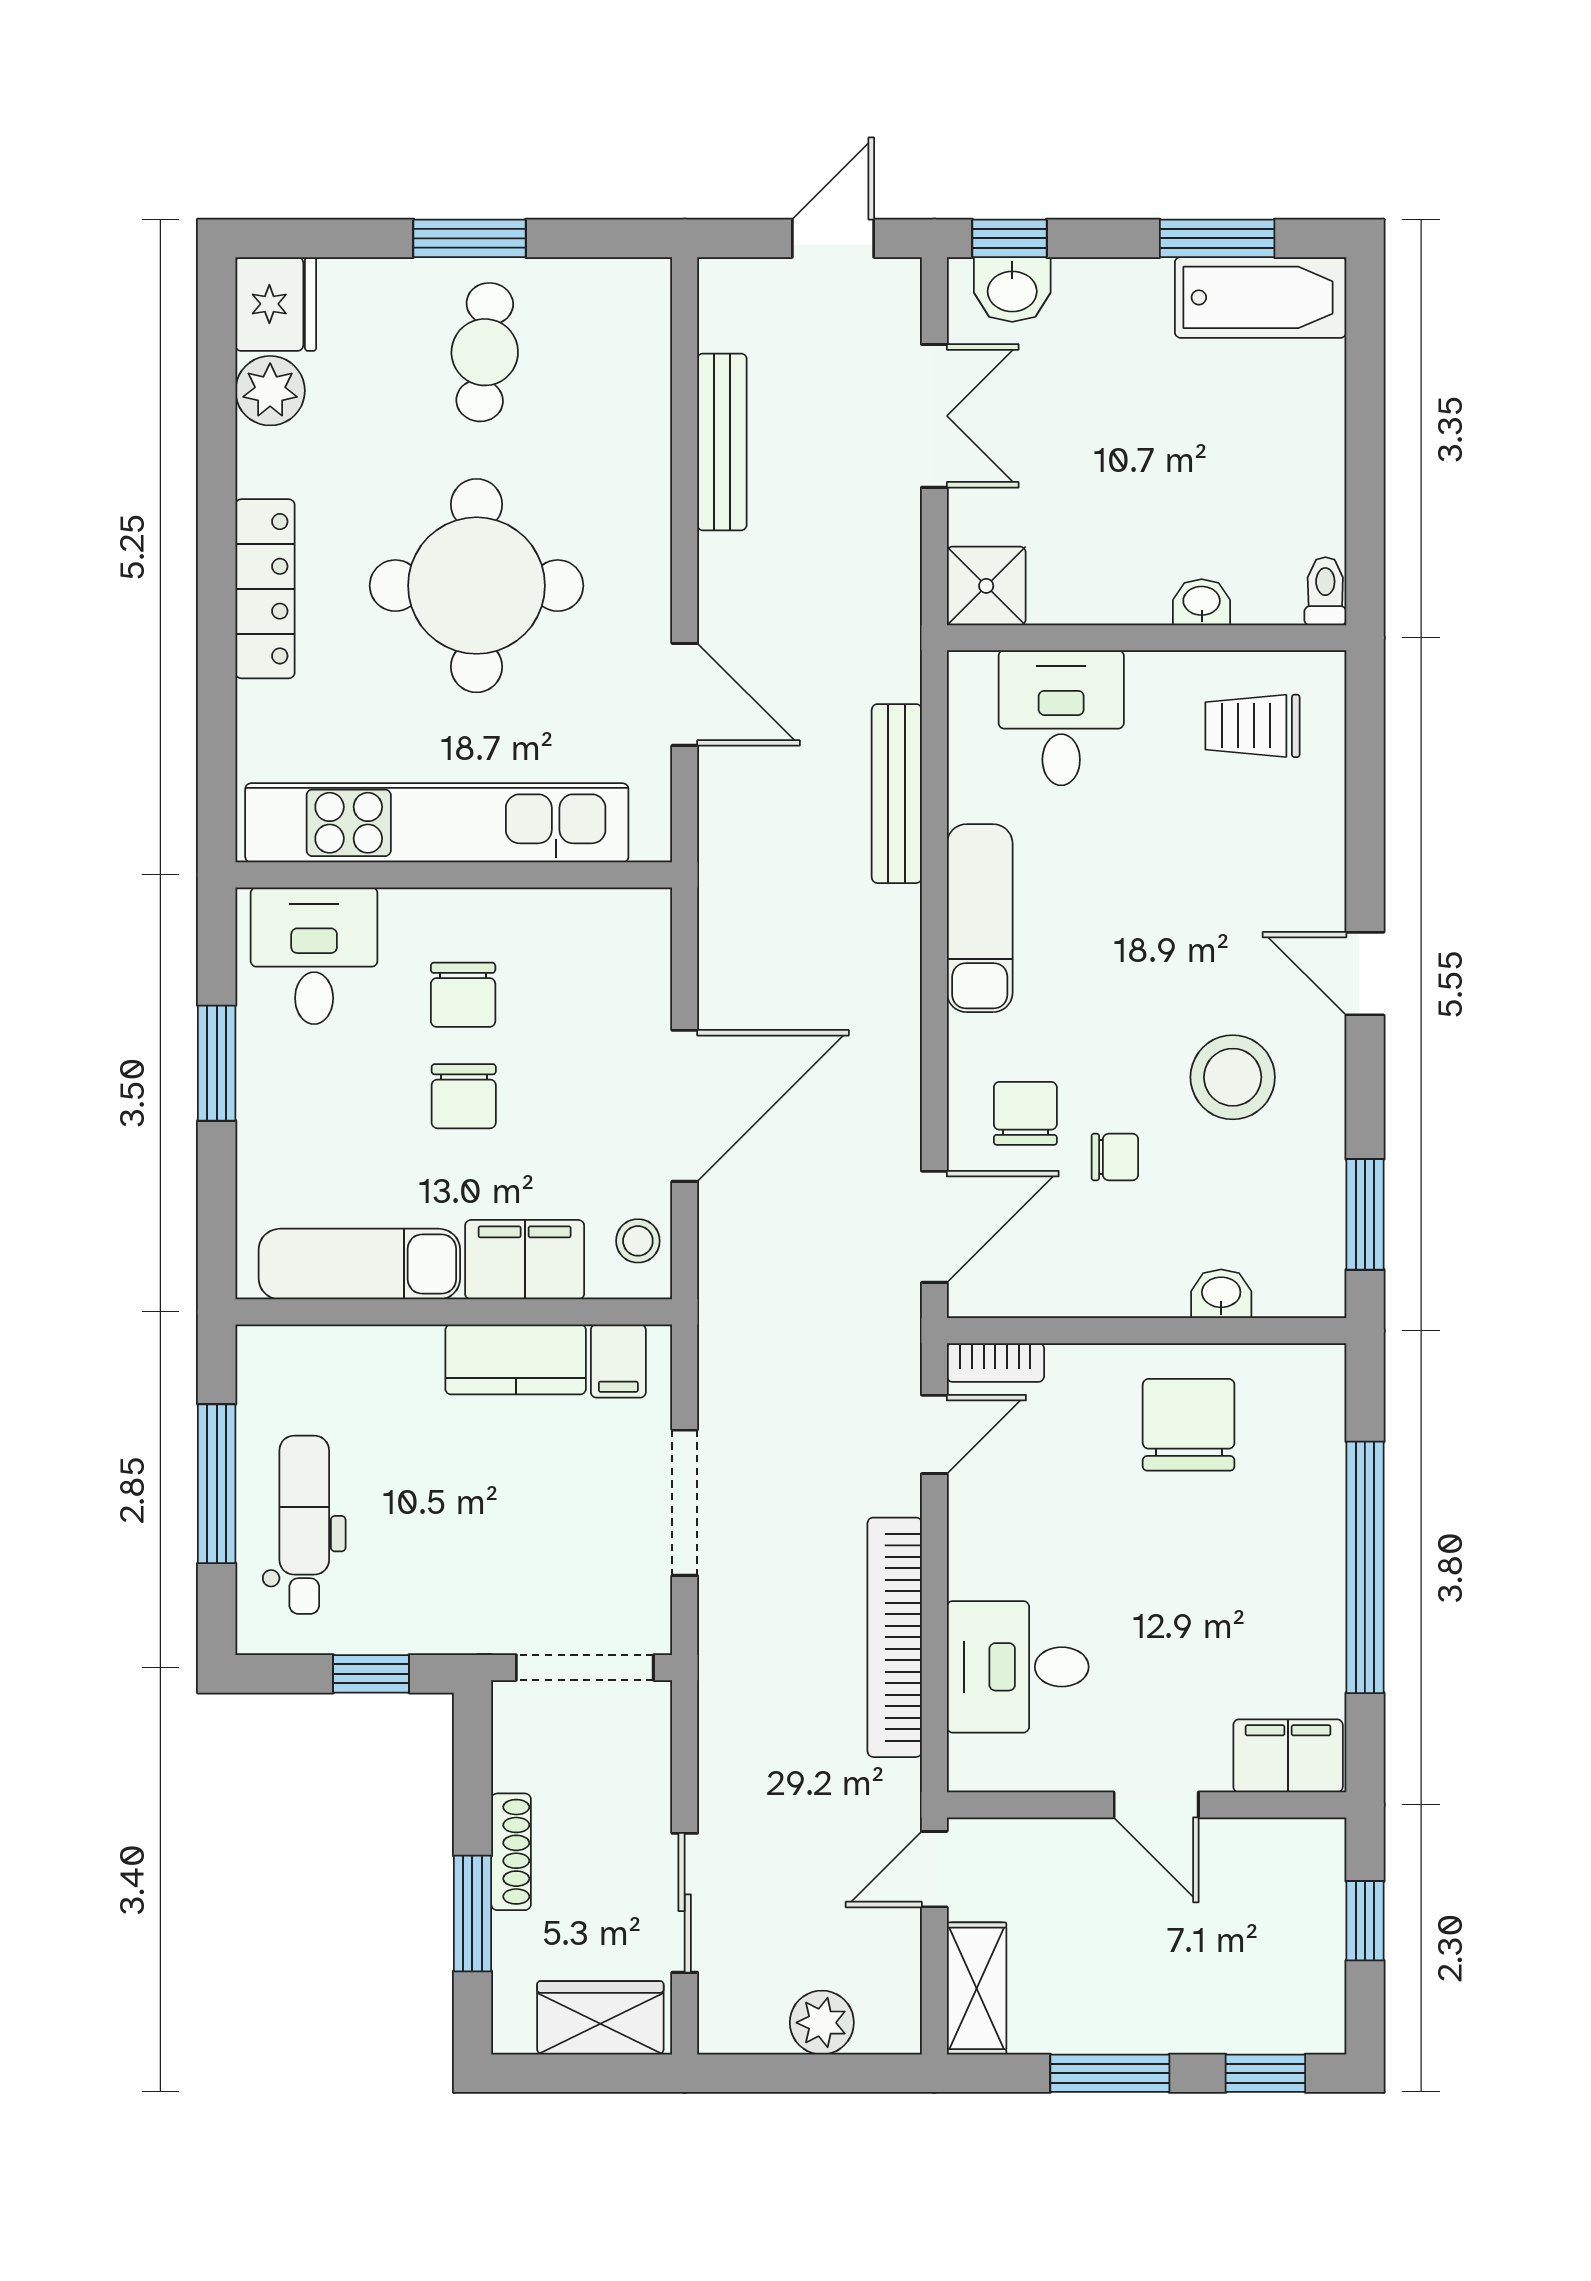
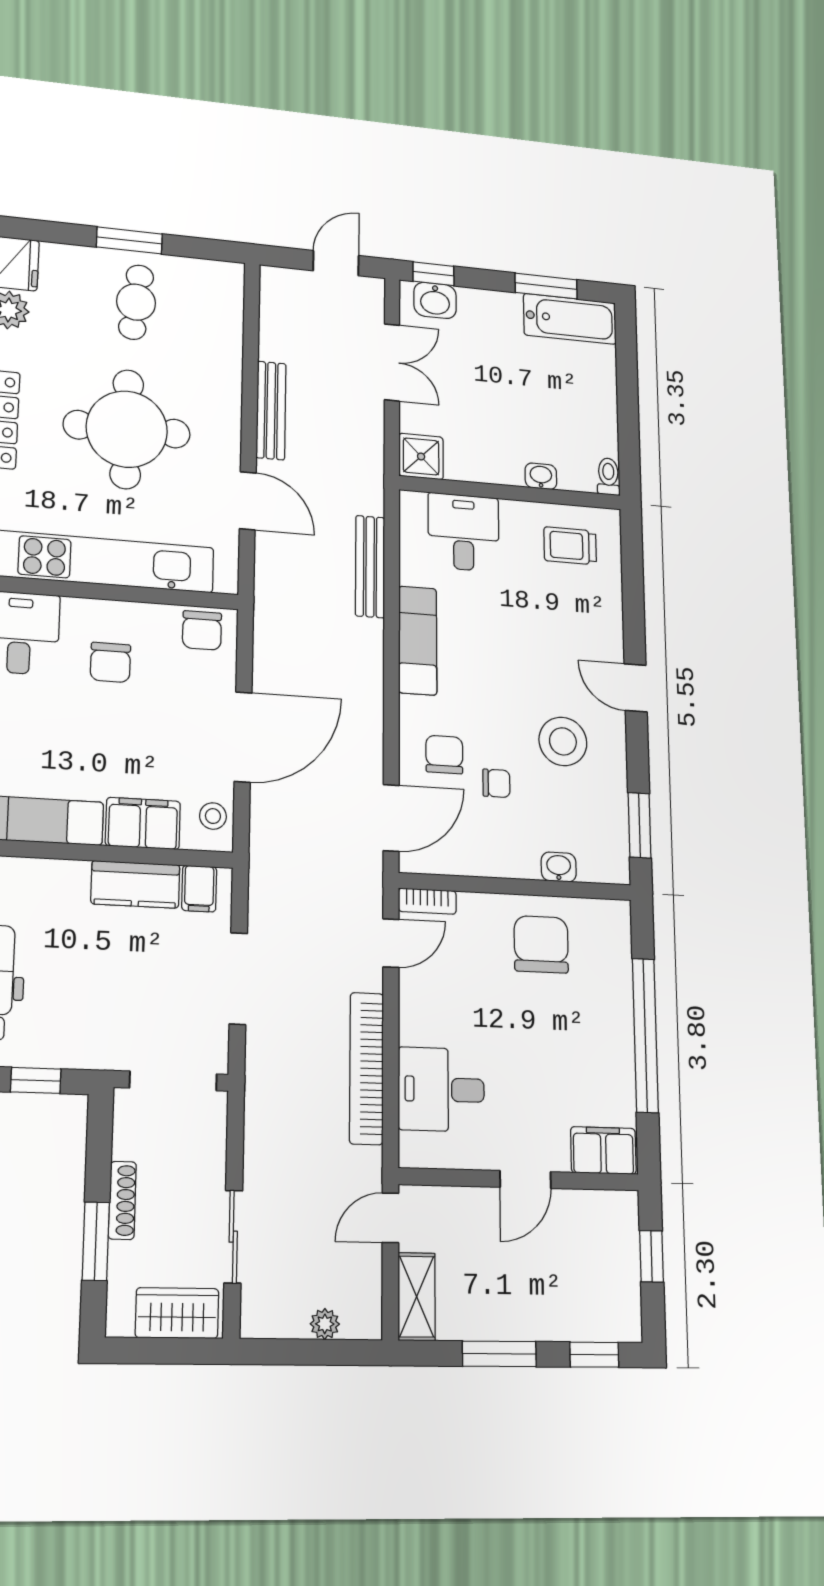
bench: (722, 442) -> (271, 410), moved
chair: (464, 1096) -> (202, 630), moved
door: (1156, 1805) -> (525, 1179), hinge flipped
plant: (822, 2023) -> (325, 1324), width x0.73, depth x0.73

